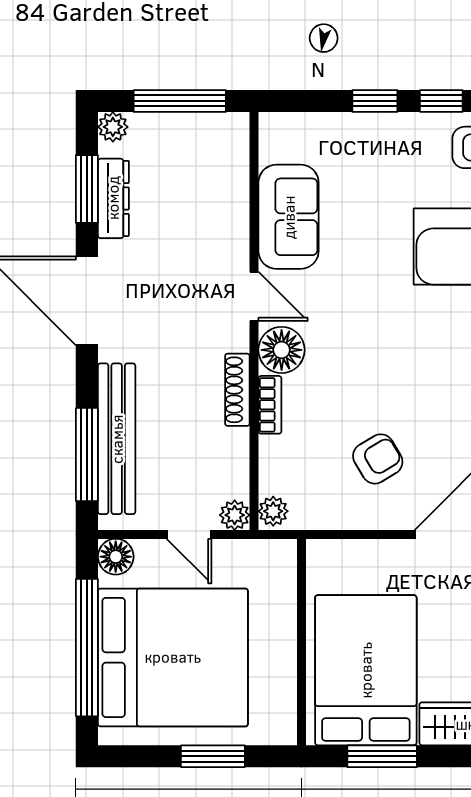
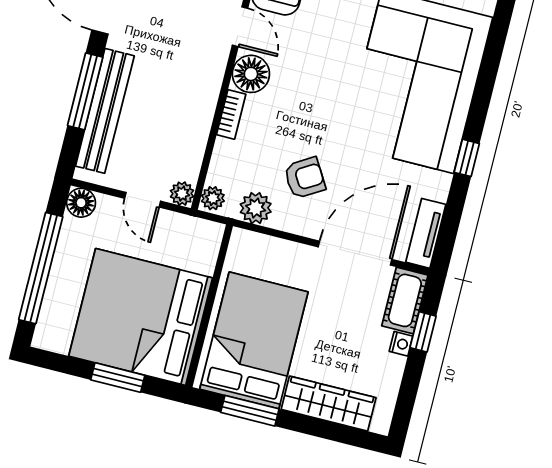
shoe rack: (237, 390) -> (209, 96), removed
window: (87, 455) -> (85, 91), moved
plant: (328, 510) -> (256, 208), added
bed: (173, 657) -> (141, 317), moved, turned 180

